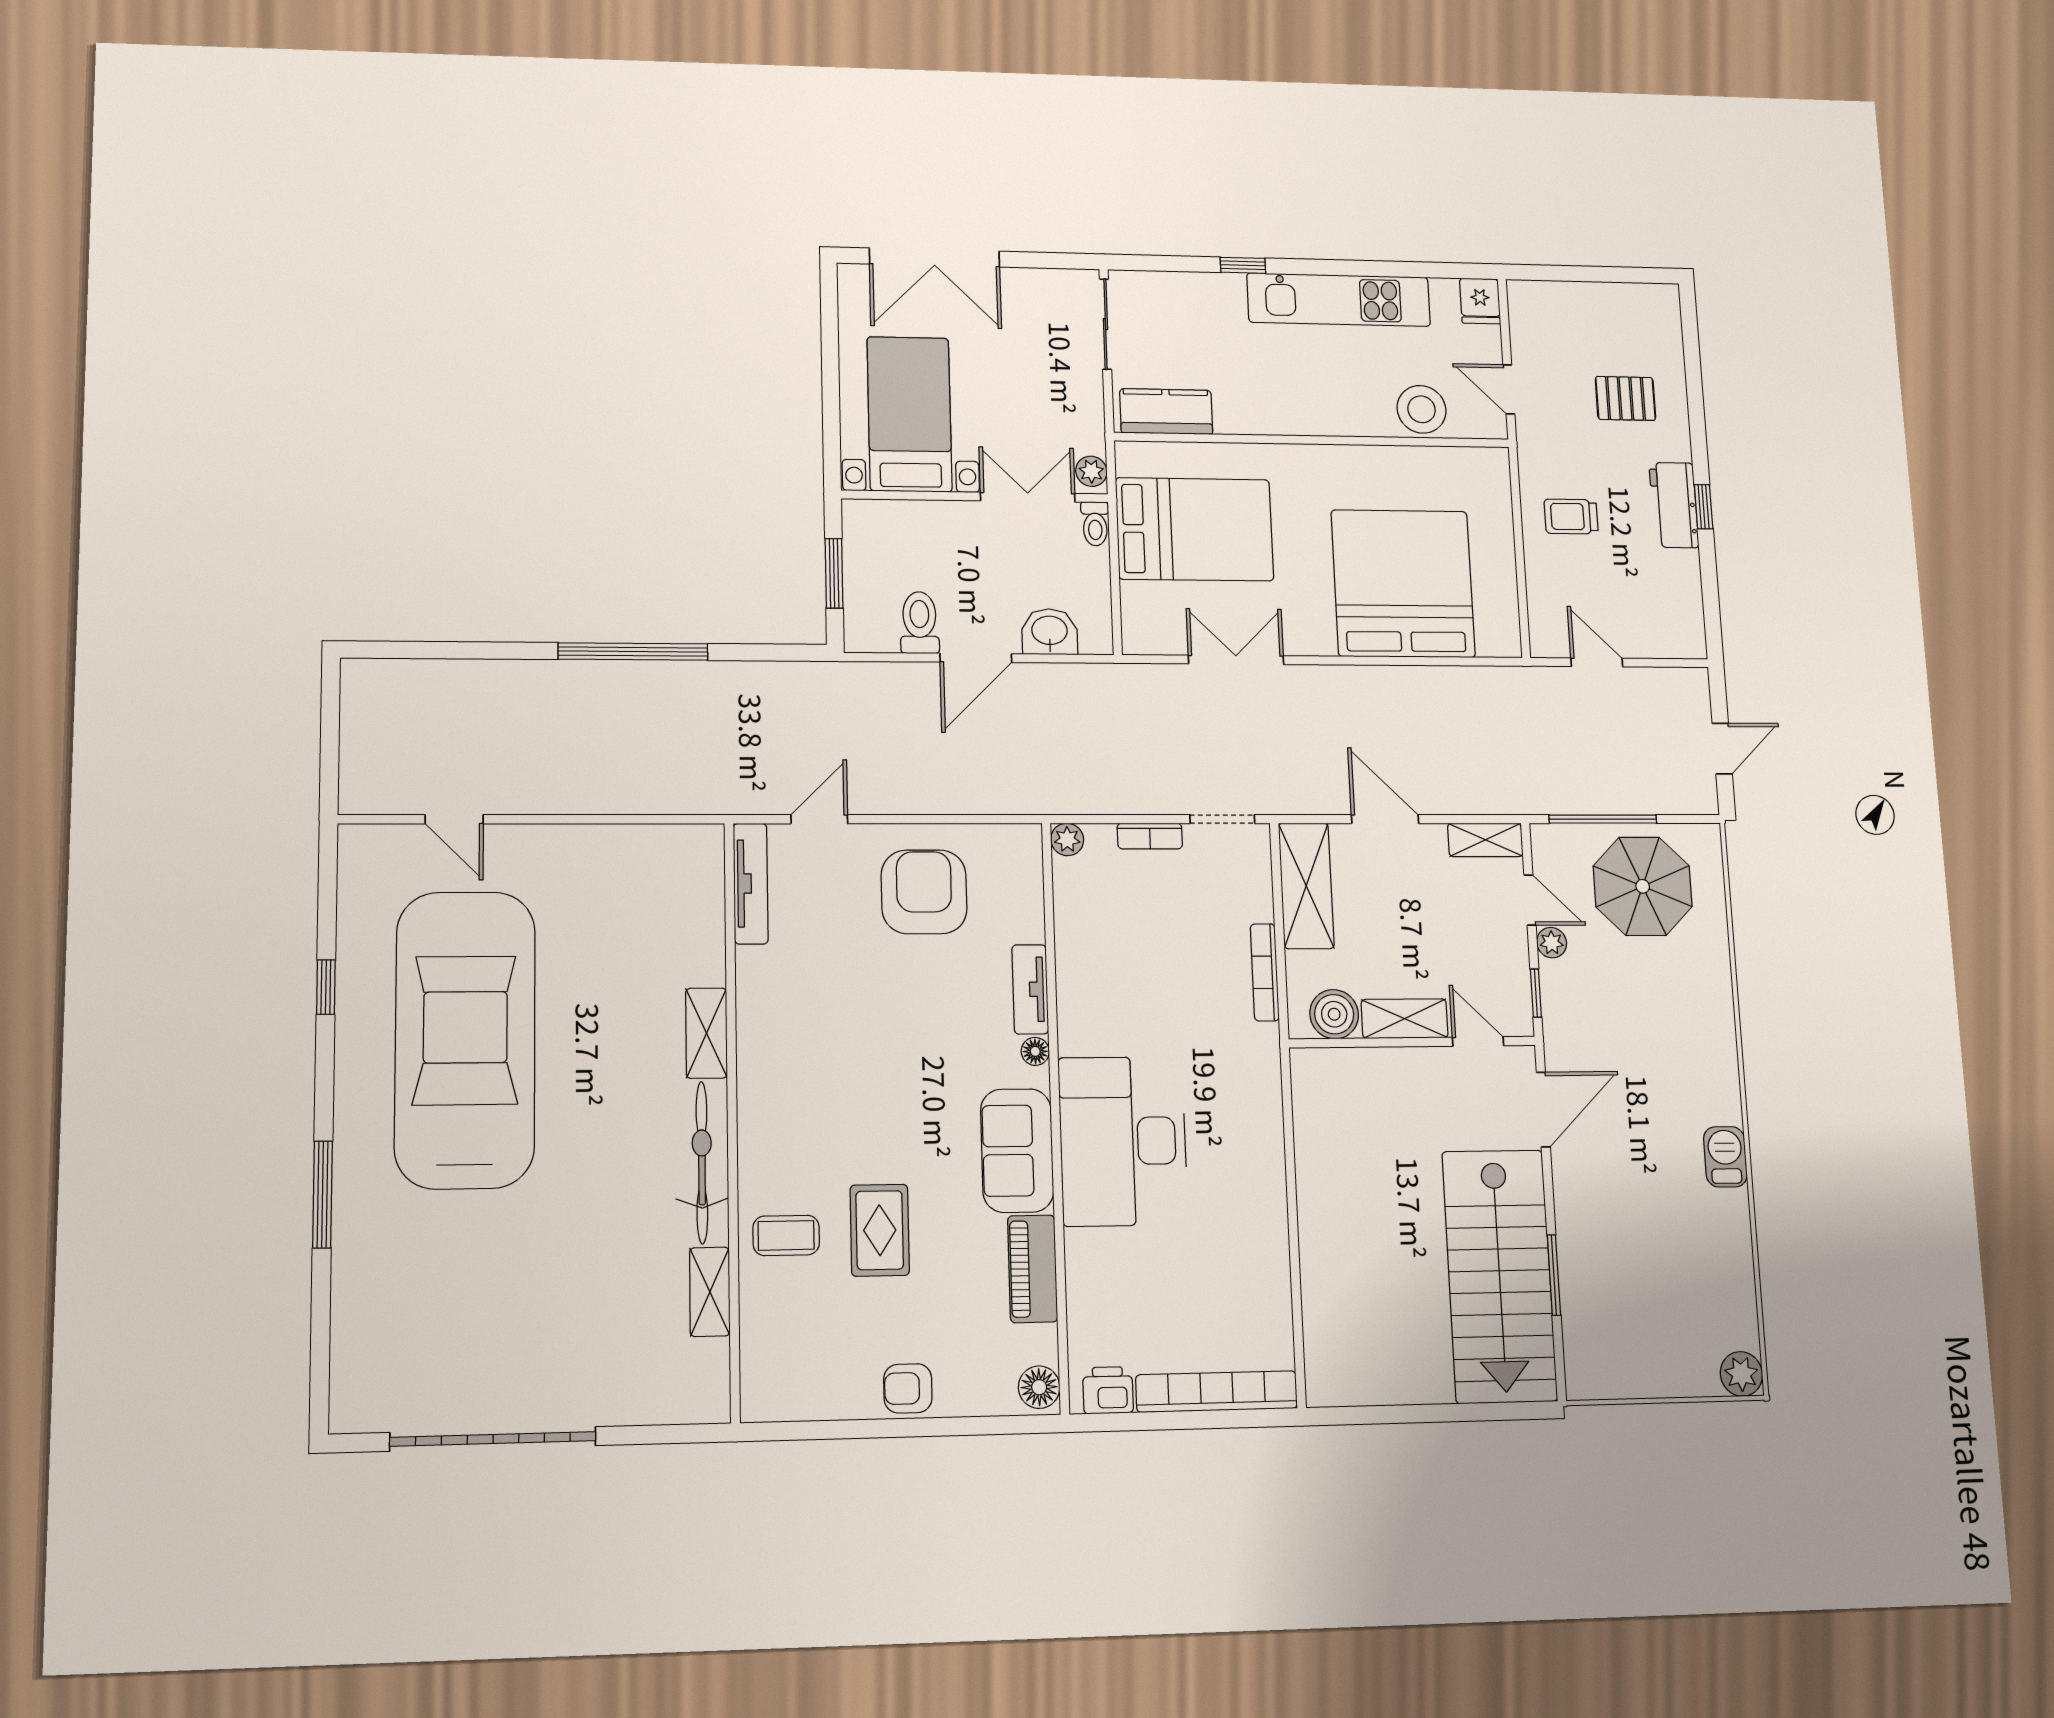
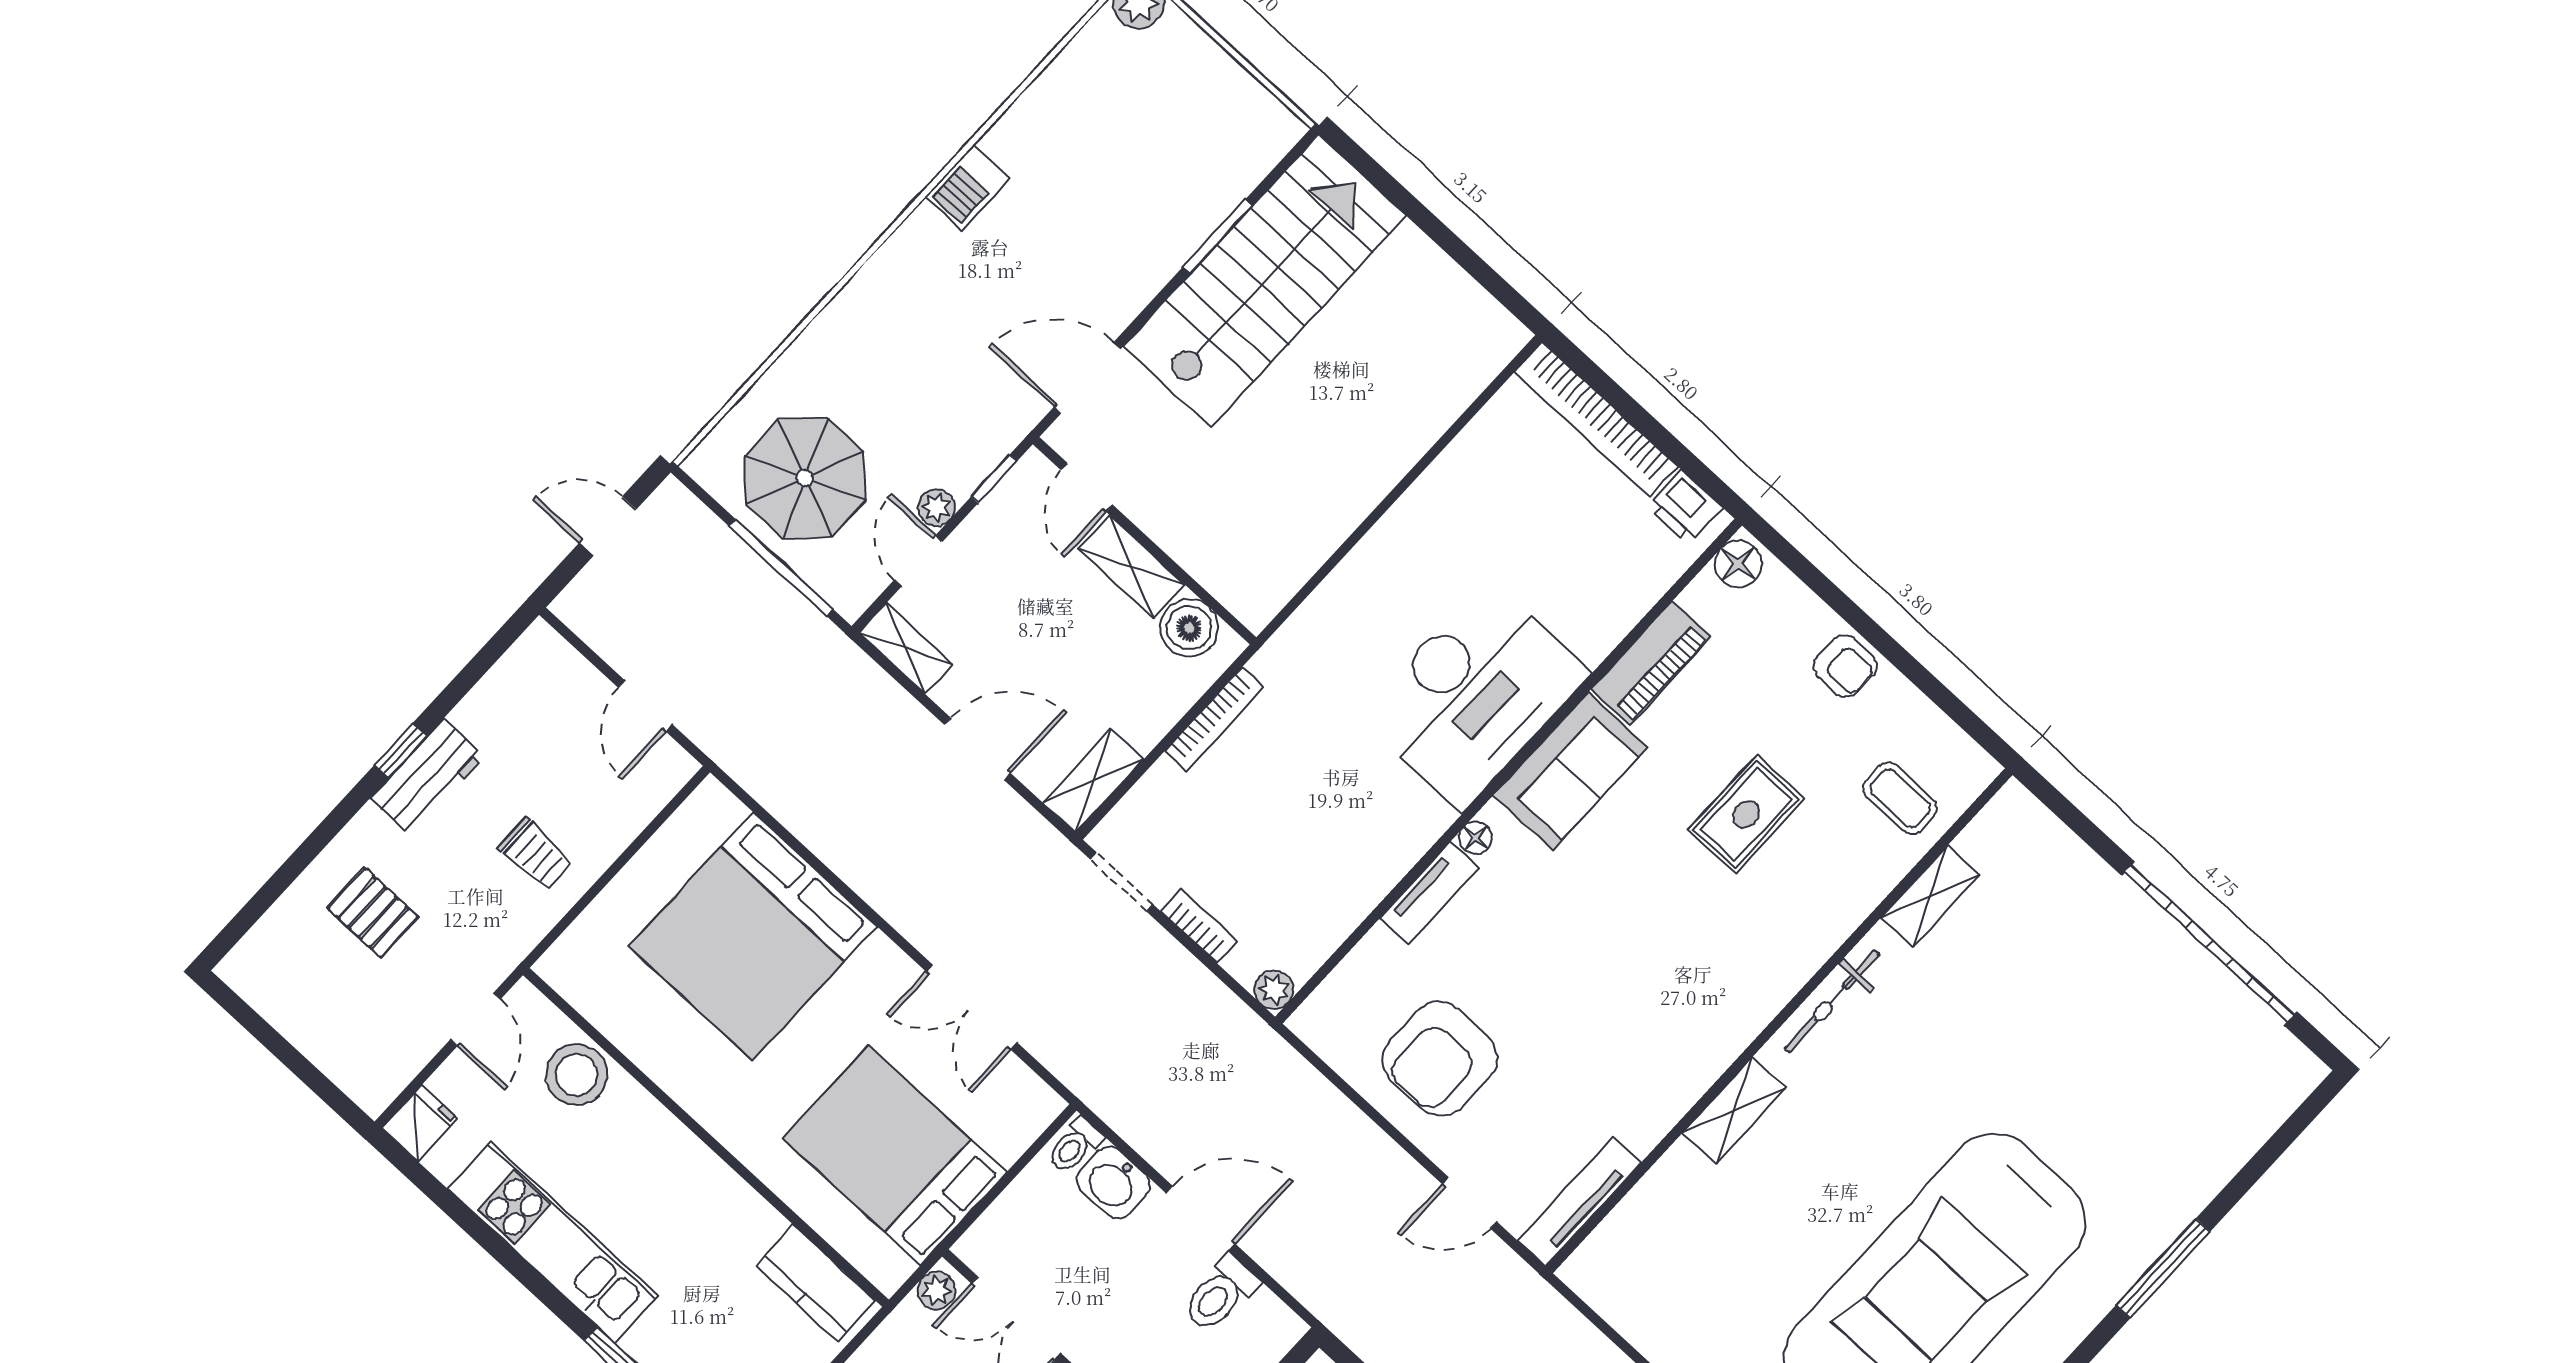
toilet: (1095, 524) -> (1074, 1146), moved, turned 180
door: (1385, 819) -> (977, 749), swing flipped
shelving: (1306, 886) -> (1093, 781), width x0.67, depth x0.75
bicycle: (702, 1162) -> (1832, 1001), width x0.73, depth x0.71
coffee table: (786, 1235) -> (1900, 798), moved

